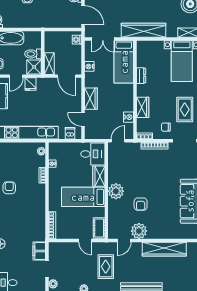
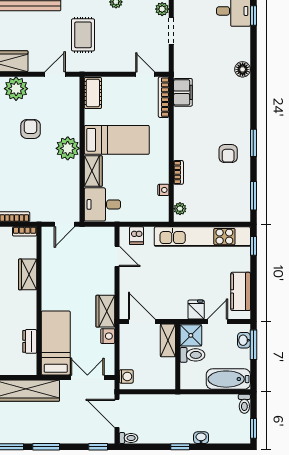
dresser: (141, 76) -> (30, 341), moved
wardrobe: (91, 99) -> (105, 311), moved
nightstand: (129, 117) -> (49, 260), removed
plant: (139, 231) -> (16, 89), moved
door: (85, 240) -> (145, 74), moved
filing cabinet: (39, 251) -> (183, 92), moved

